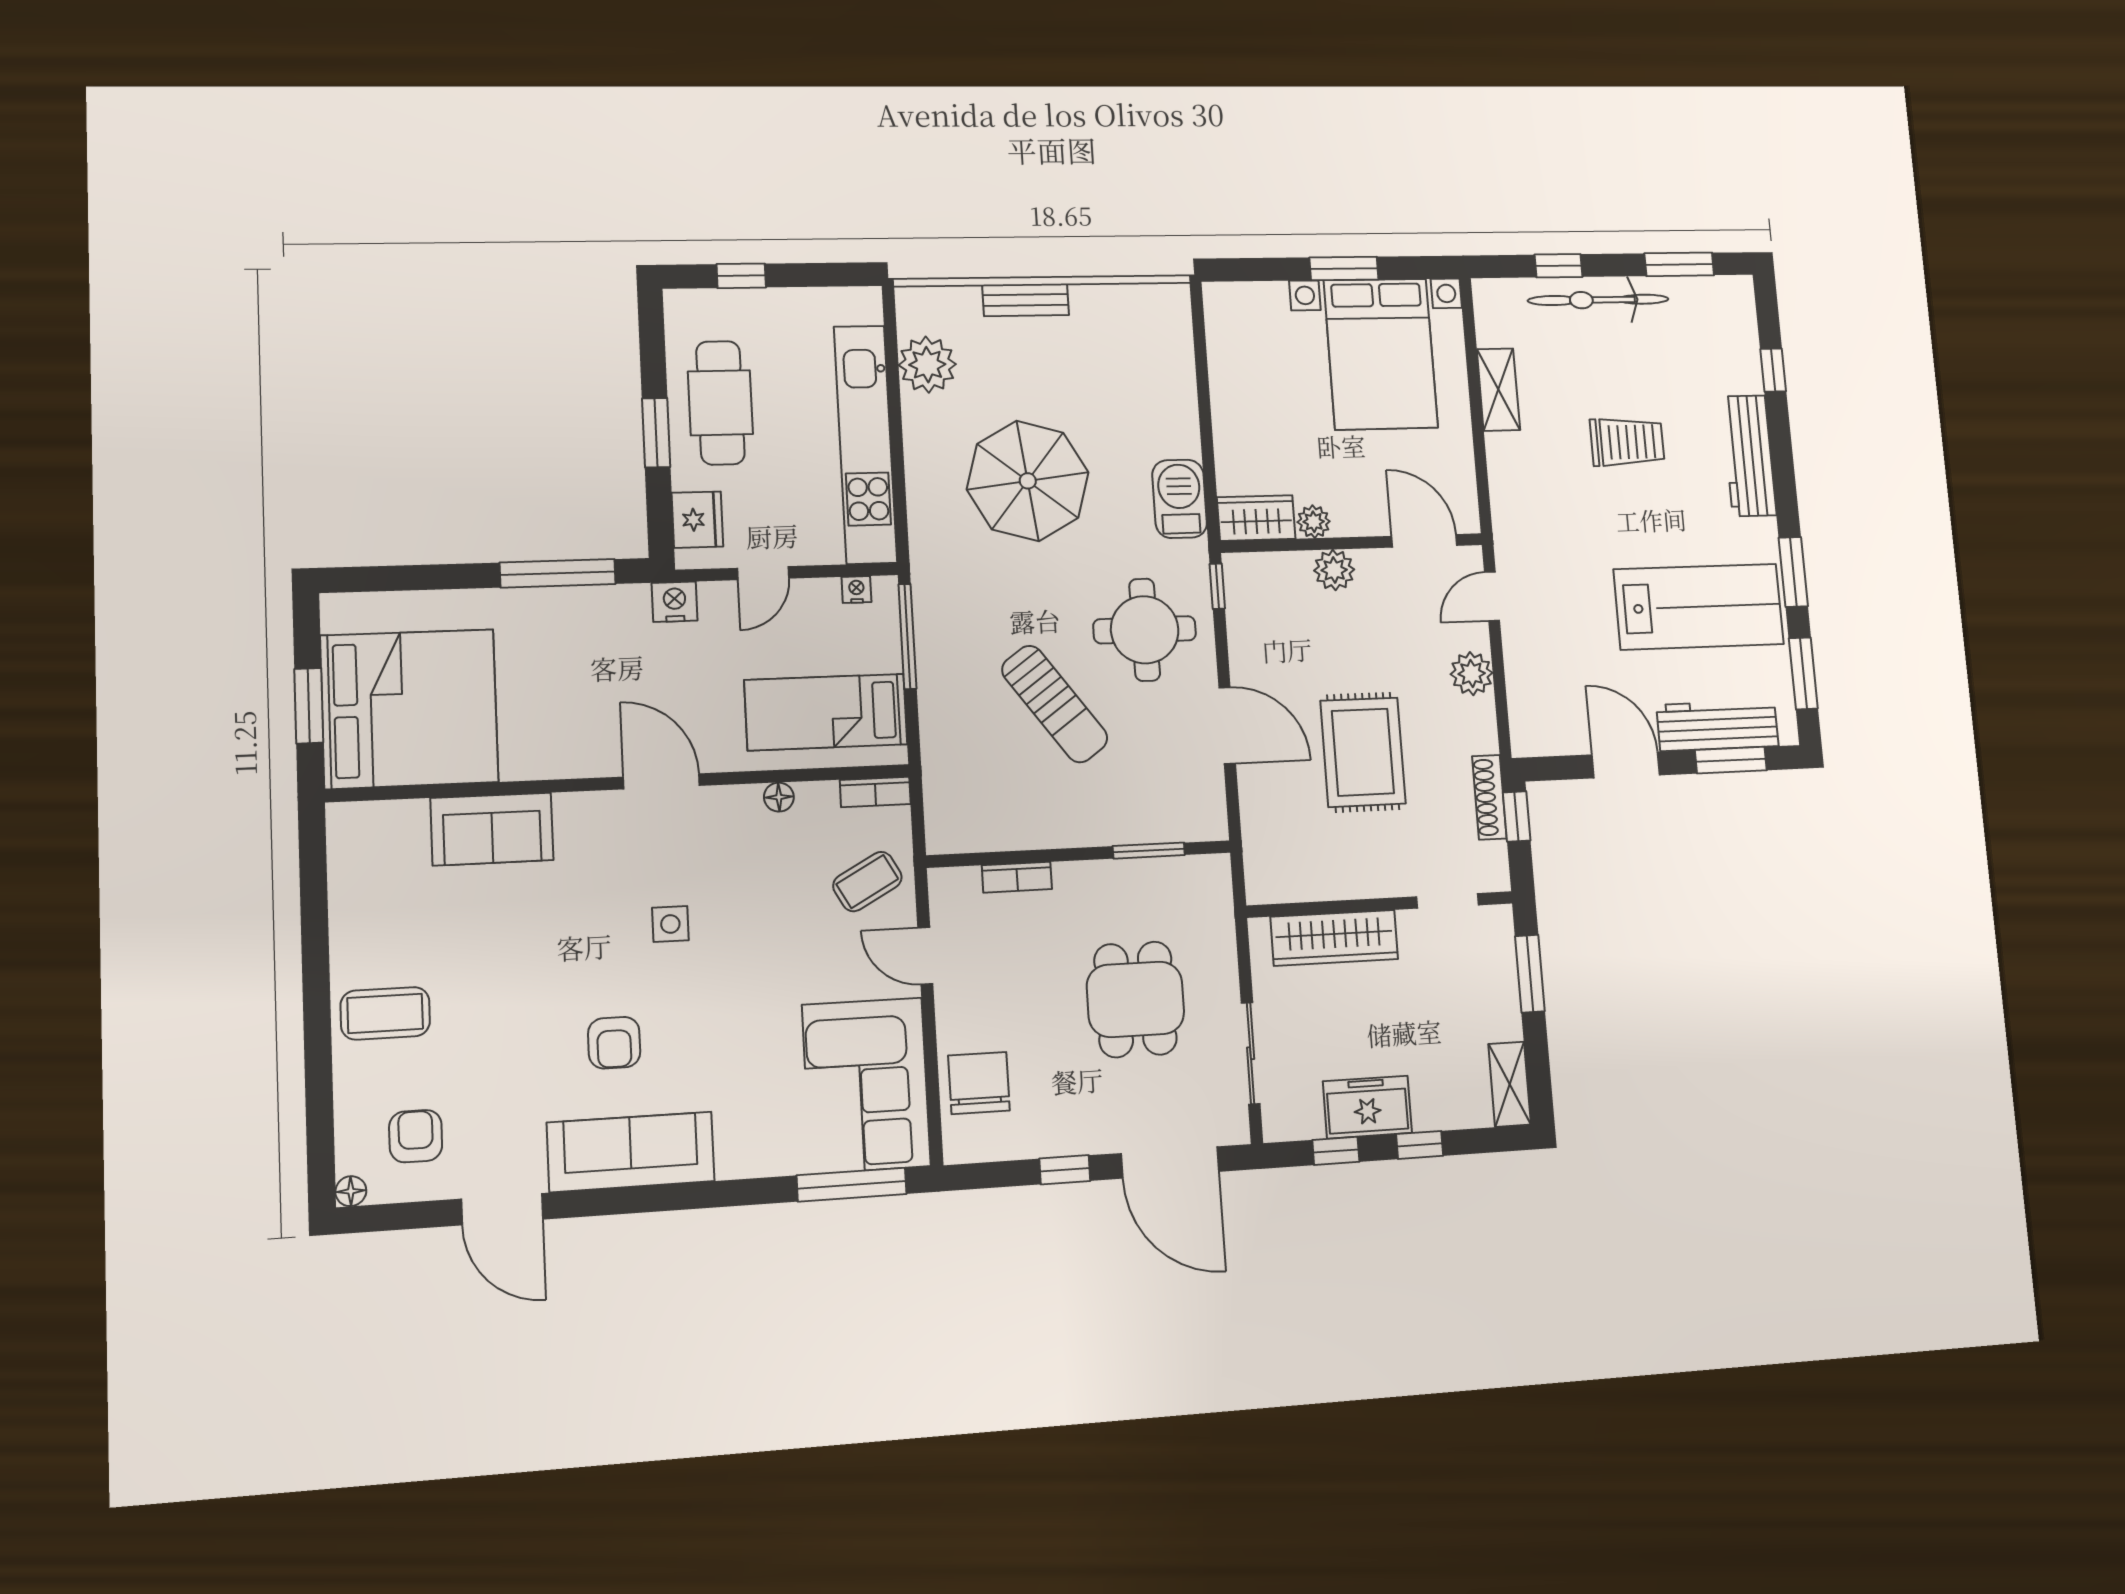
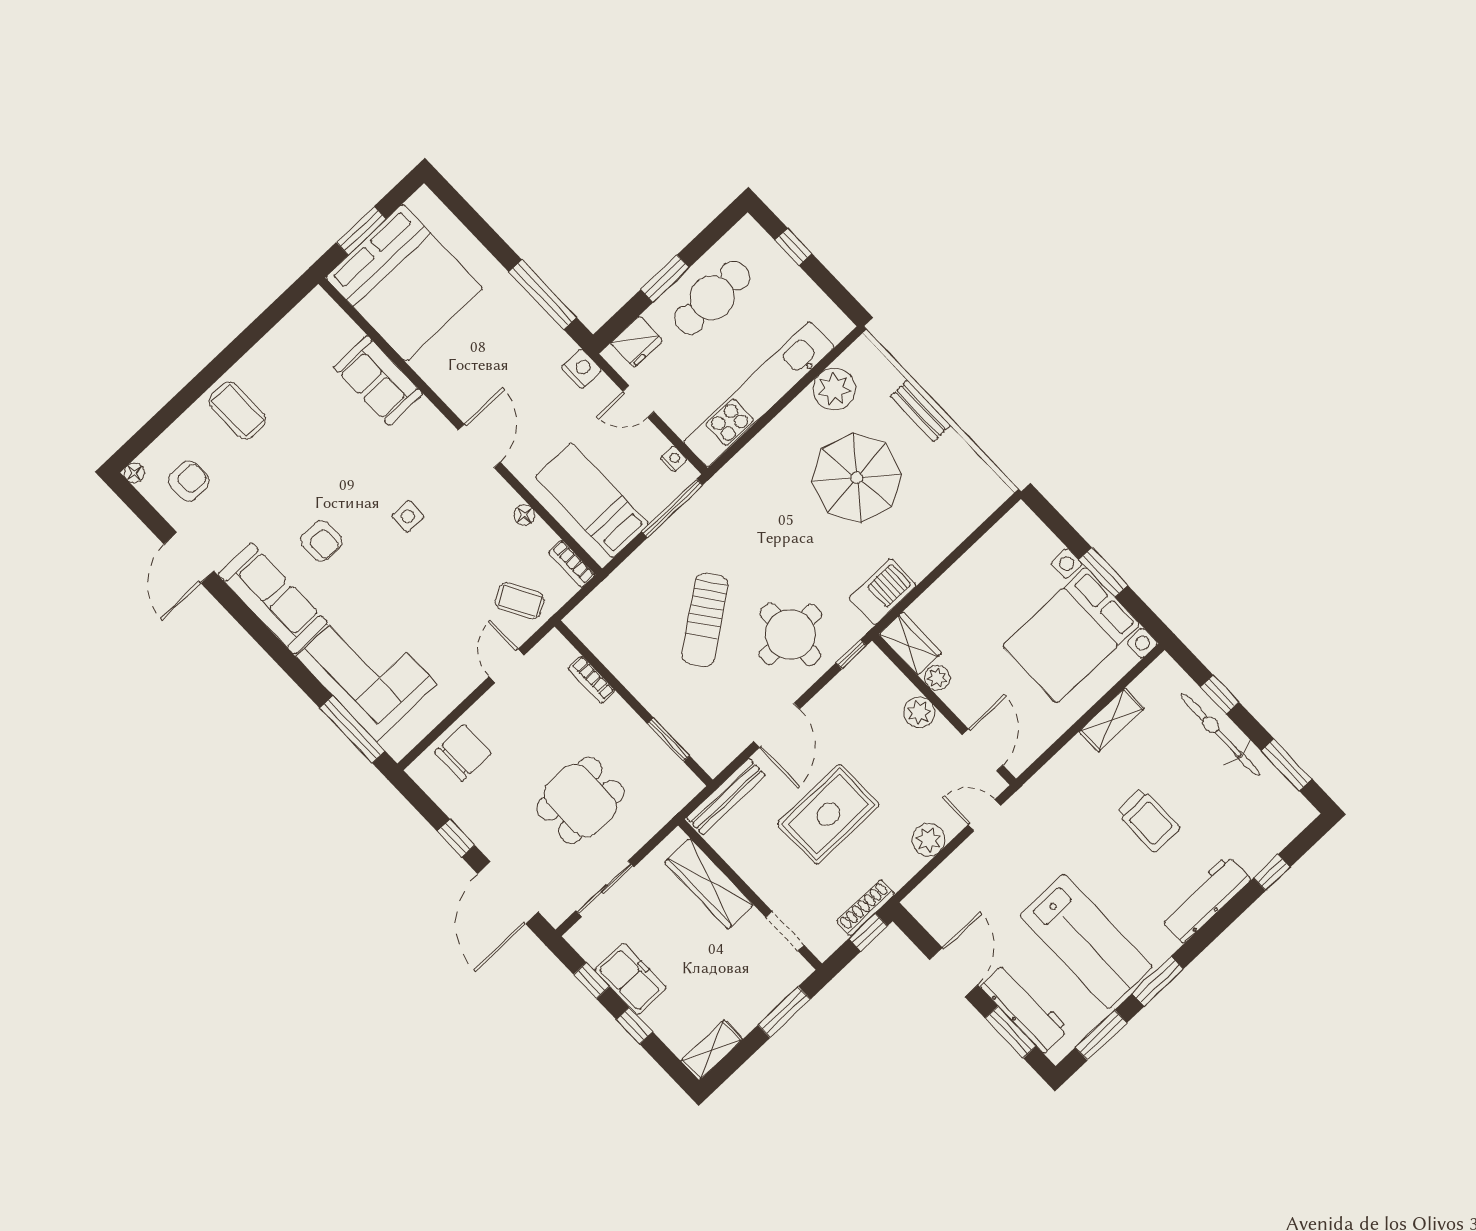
parasol: (1028, 481) -> (857, 478), moved
bench: (1258, 842) -> (726, 797), added
armchair: (614, 1043) -> (321, 541), turned -90
corner sofa: (866, 1085) -> (366, 671), moved, turned 90

